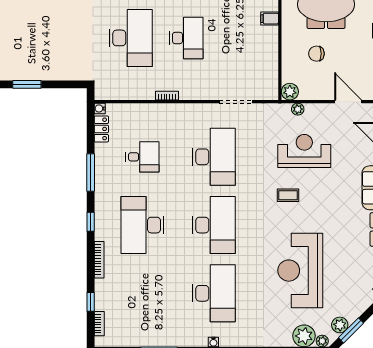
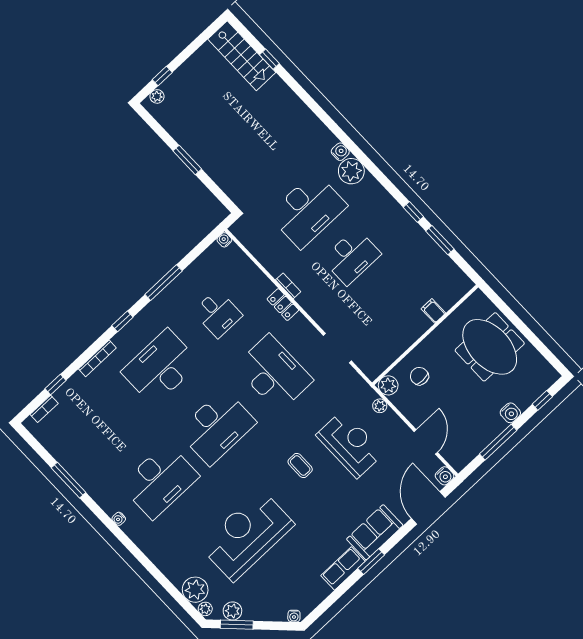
chair: (316, 54) -> (419, 376), moved
locker: (101, 129) -> (283, 305), moved, turned 90
desk: (214, 157) -> (274, 373), turned -90

